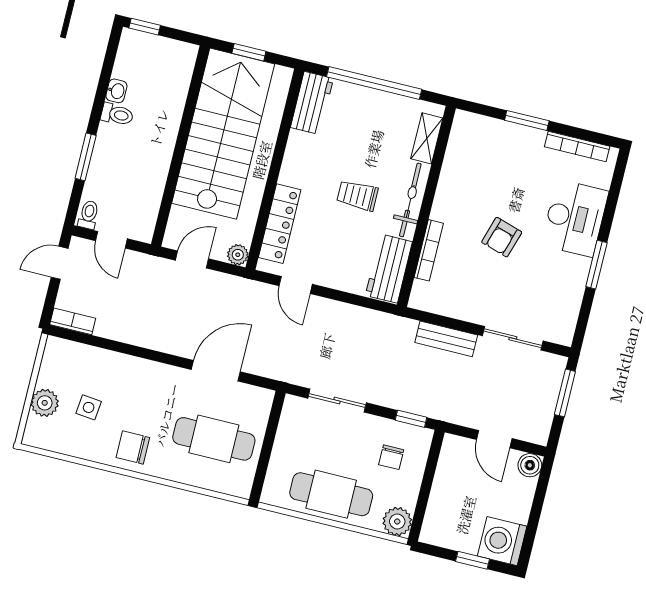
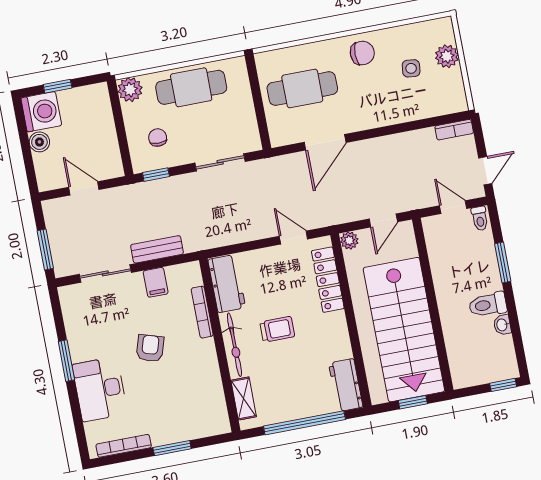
toilet: (117, 114) -> (488, 305), width x1.37, depth x1.39
filing cabinet: (464, 305) -> (156, 282), added
boiler: (530, 465) -> (39, 142), moved

